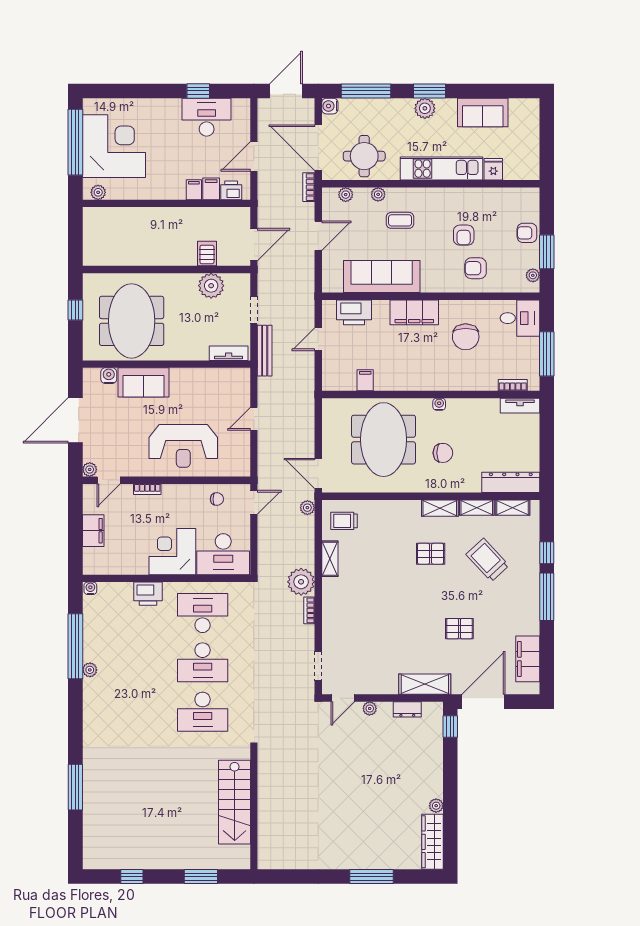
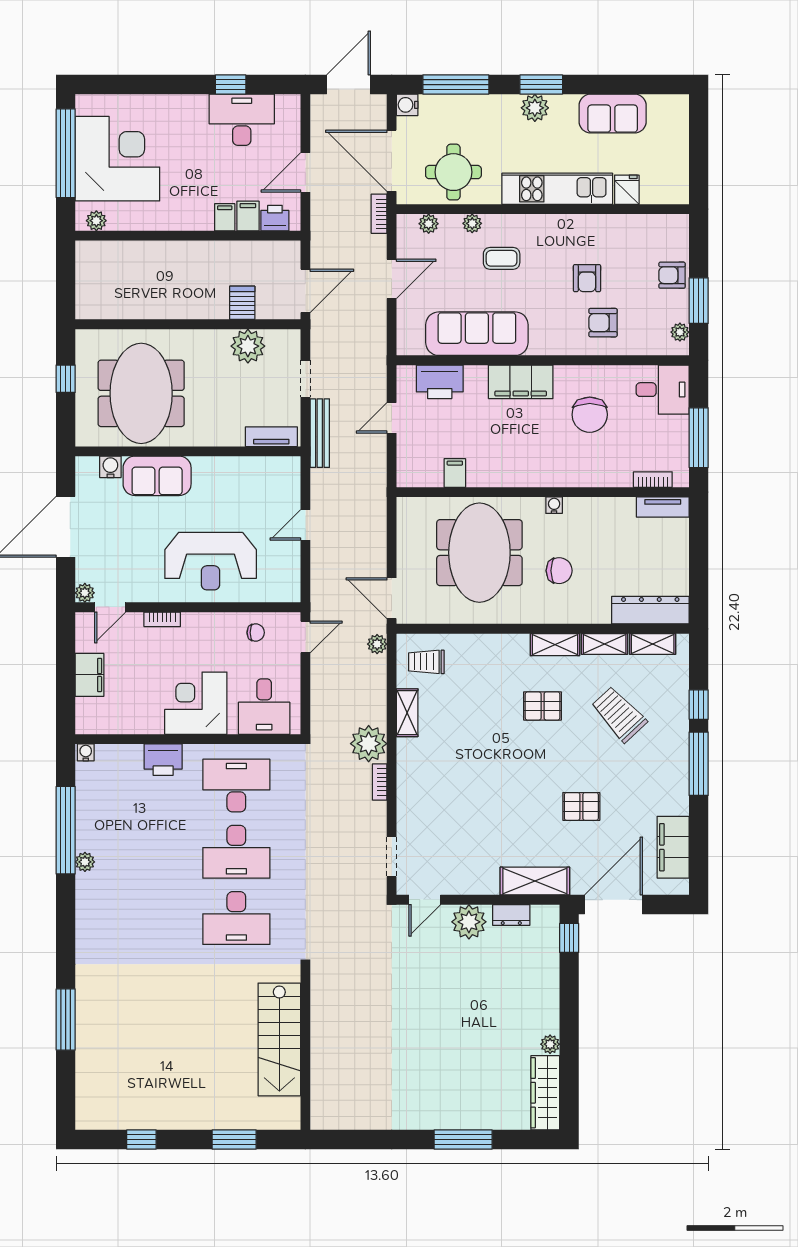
desk: (223, 554) -> (264, 707), width x0.73
plant: (370, 708) -> (469, 922), width x1.88, depth x1.88

